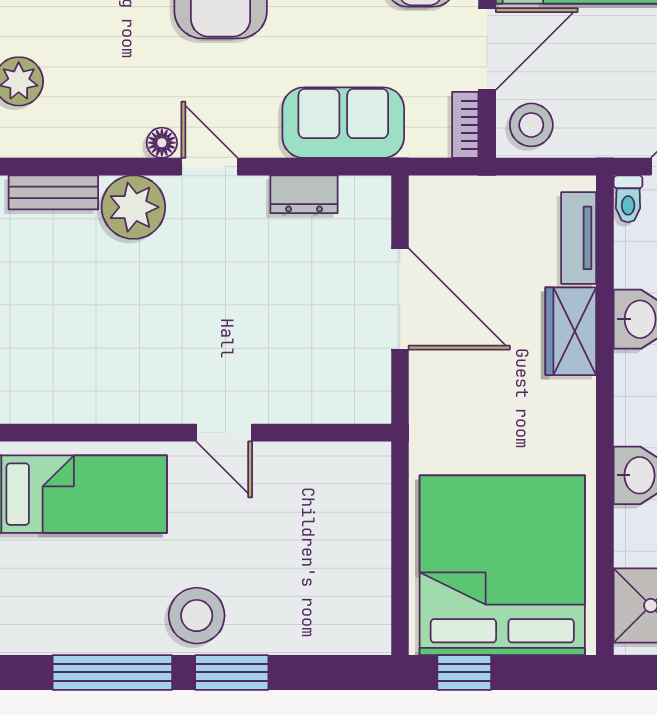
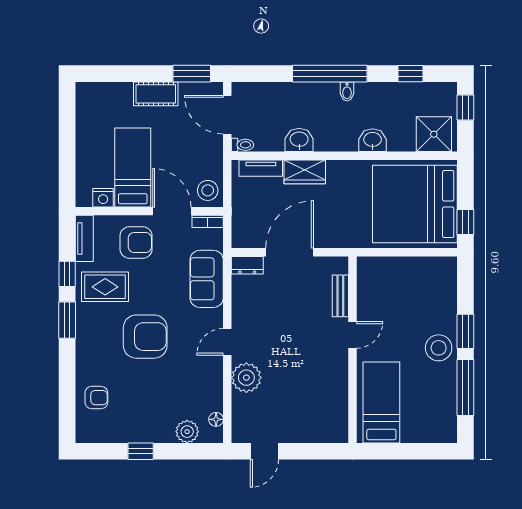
floor lamp: (162, 143) -> (216, 419), moved
bench: (53, 192) -> (340, 296), moved
dresser: (304, 194) -> (247, 265), moved, turned 90

